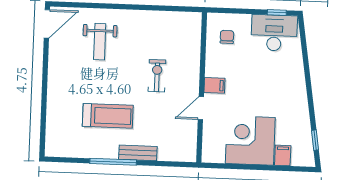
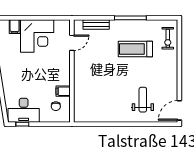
exercise bike: (157, 76) -> (168, 38), moved
filing cabinet: (214, 85) -> (63, 91), moved
door: (201, 108) -> (72, 43), moved
bench: (138, 153) -> (96, 24), moved

